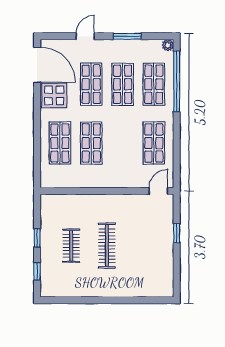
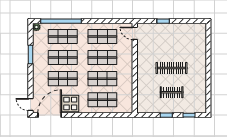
door: (85, 36) -> (30, 105), moved
shop shelf: (123, 143) -> (102, 58), added

